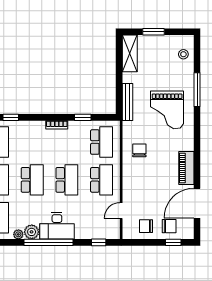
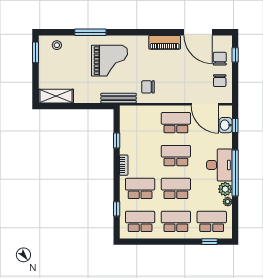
window: (153, 32) -> (36, 52), moved
bench: (128, 102) -> (119, 98), moved
school desk: (102, 142) -> (140, 188), moved
door: (121, 211) -> (205, 104), width x1.88
washbasin: (99, 232) -> (226, 125), added

